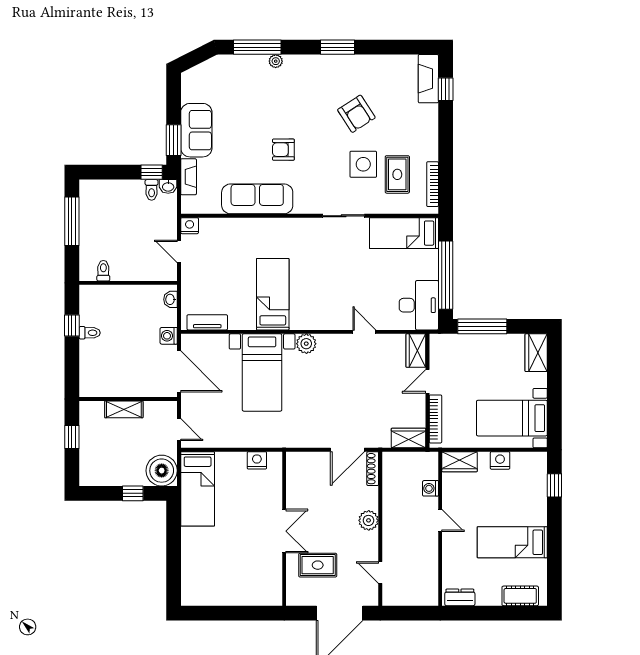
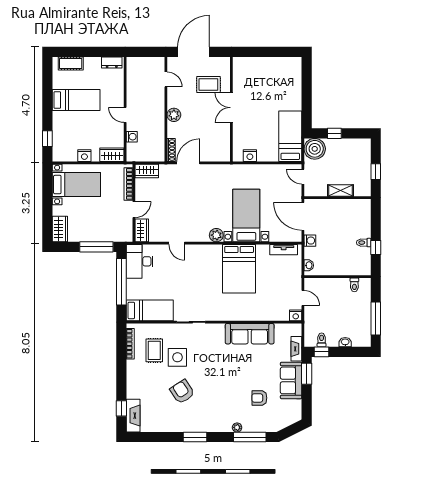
armchair: (283, 150) -> (259, 398), moved, turned 180
washbasin: (168, 186) -> (345, 342), moved
bed: (273, 294) -> (239, 269), width x1.50

